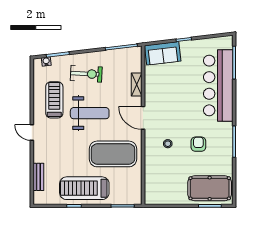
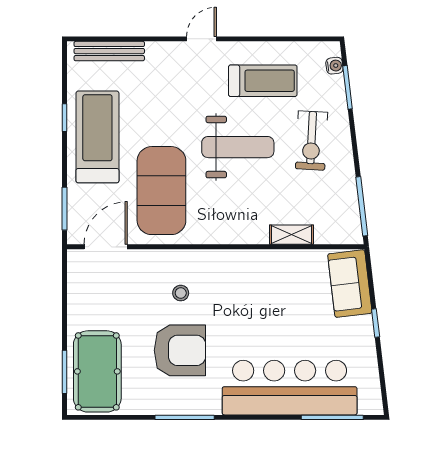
weight bench: (90, 113) -> (238, 147), turned -90
door: (143, 118) -> (106, 247), moved
armchair: (198, 144) -> (180, 350), width x1.88, depth x1.88
bench: (38, 177) -> (109, 51), width x1.36

